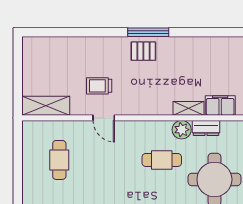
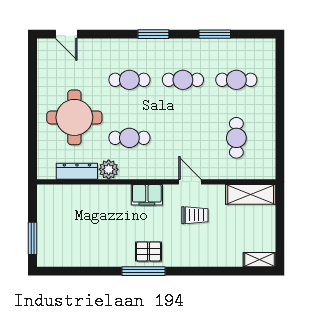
filing cabinet: (220, 105) -> (147, 195), moved
shelving: (189, 108) -> (259, 260), moved
dresser: (206, 128) -> (77, 171), width x1.44

